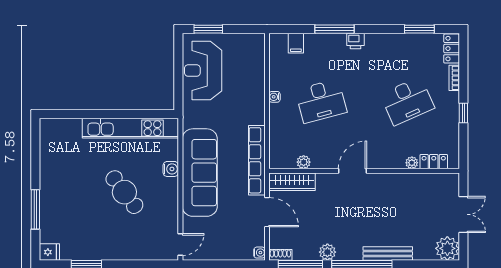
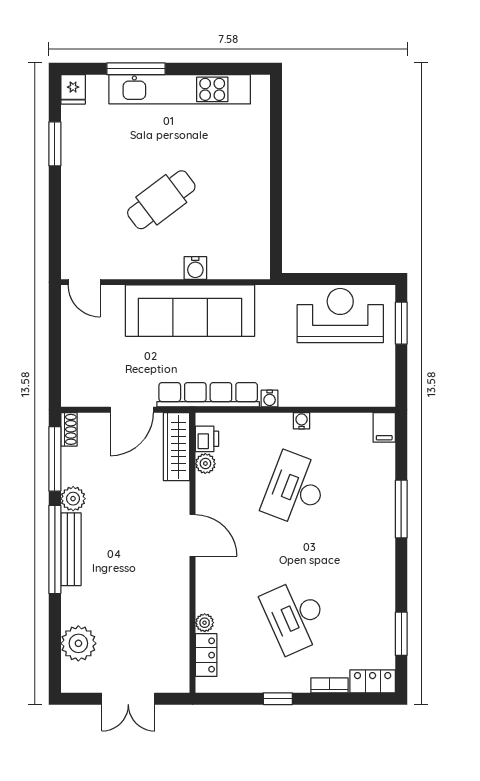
printer: (356, 41) -> (207, 439), moved, turned 180
filing cabinet: (296, 43) -> (384, 427), moved, turned -90
desk: (321, 101) -> (295, 489), turned 36
kitchen unit: (130, 128) -> (180, 89), moved, turned -90
plant: (447, 248) -> (78, 643), moved
water cooler: (259, 253) -> (270, 399), moved
bench: (388, 254) -> (71, 549), moved

